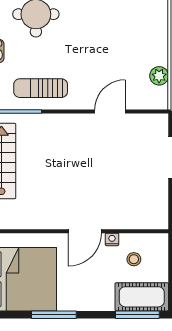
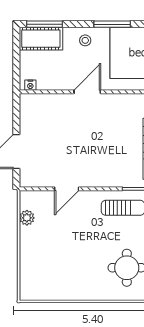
nightstand: (112, 239) -> (30, 85), moved
stool: (134, 259) -> (85, 40), moved

